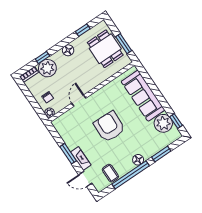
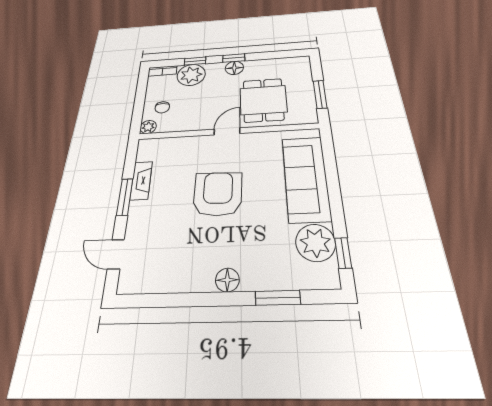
window: (83, 30) -> (234, 58), moved
dining table: (105, 49) -> (263, 100), moved
door: (79, 101) -> (227, 131), moved
fireplace: (81, 158) -> (141, 181), moved
coffee table: (110, 173) -> (163, 272), removed
window: (131, 175) -> (195, 300), removed

